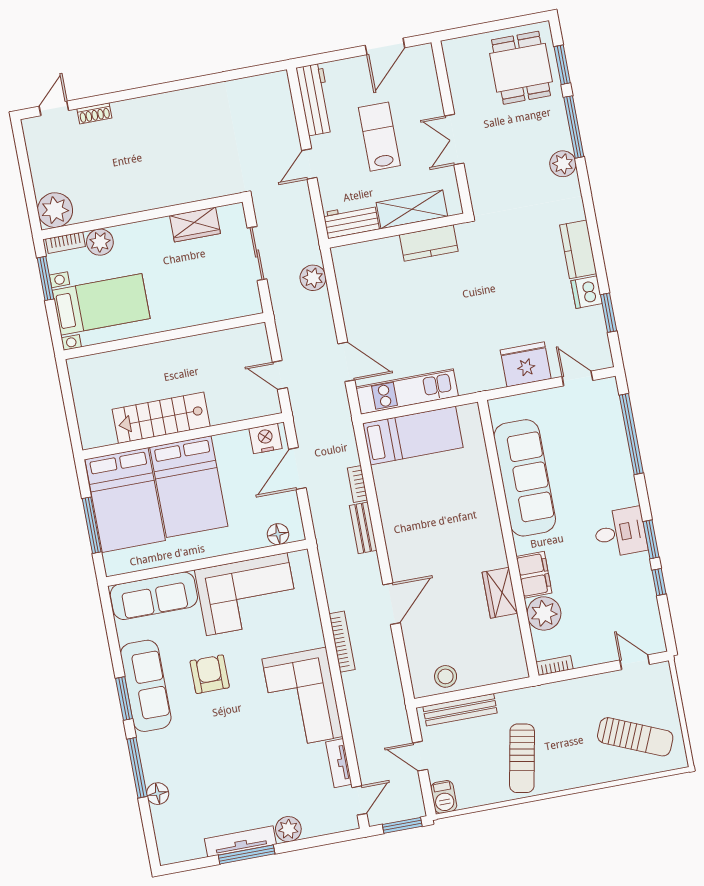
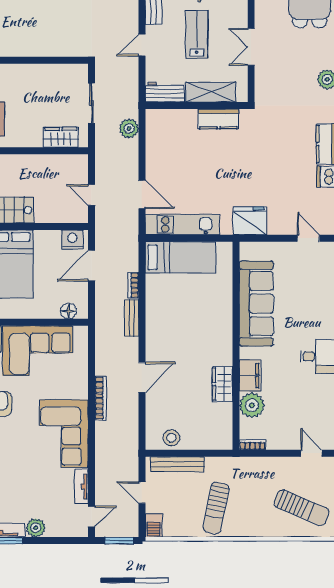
wardrobe: (195, 225) -> (61, 137), moved, turned 180
fridge: (526, 364) -> (250, 221), moved

